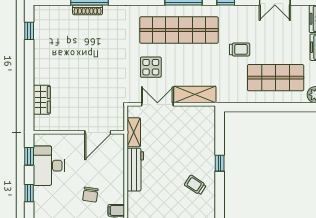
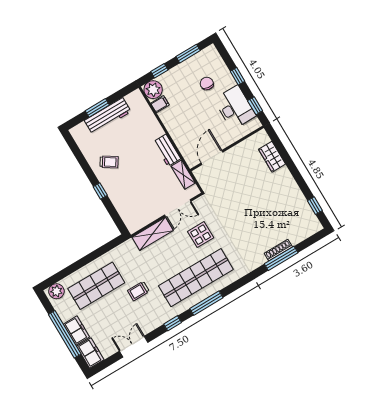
workbench: (135, 170) -> (167, 150), width x0.73
chair: (90, 195) -> (207, 84), moved

